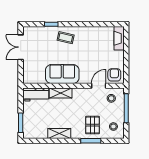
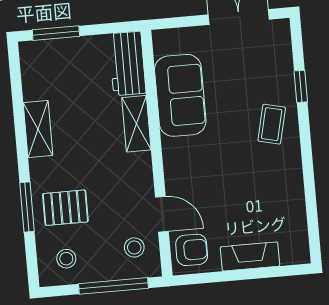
fireplace: (119, 38) -> (250, 256), moved
sofa: (62, 74) -> (180, 95), moved

